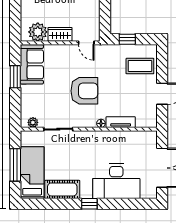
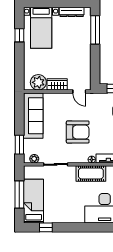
sofa: (32, 64) -> (33, 116), width x1.36
window: (15, 77) -> (19, 145), moved
cot: (62, 189) -> (91, 173), moved
window: (89, 204) -> (46, 227), moved

